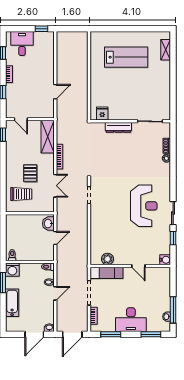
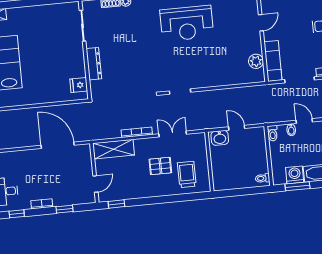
door: (55, 92) -> (58, 145), width x1.87
reception desk: (144, 206) -> (187, 23), turned 180
washing machine: (12, 270) -> (295, 175), moved, turned -90

